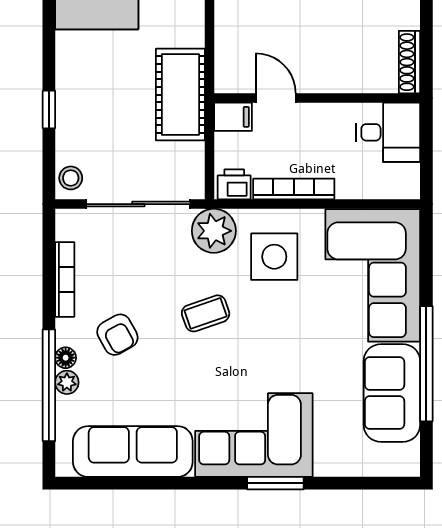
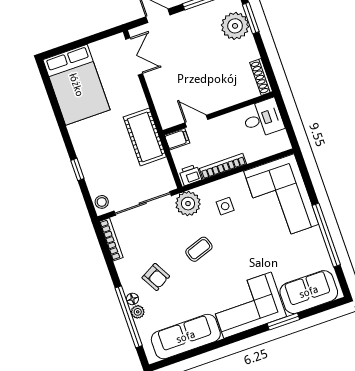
side table: (274, 257) -> (225, 206), width x0.54, depth x0.54
bookcase: (65, 279) -> (111, 239), moved
sofa: (392, 393) -> (309, 292), moved, turned 90
window: (275, 483) -> (283, 322), moved

